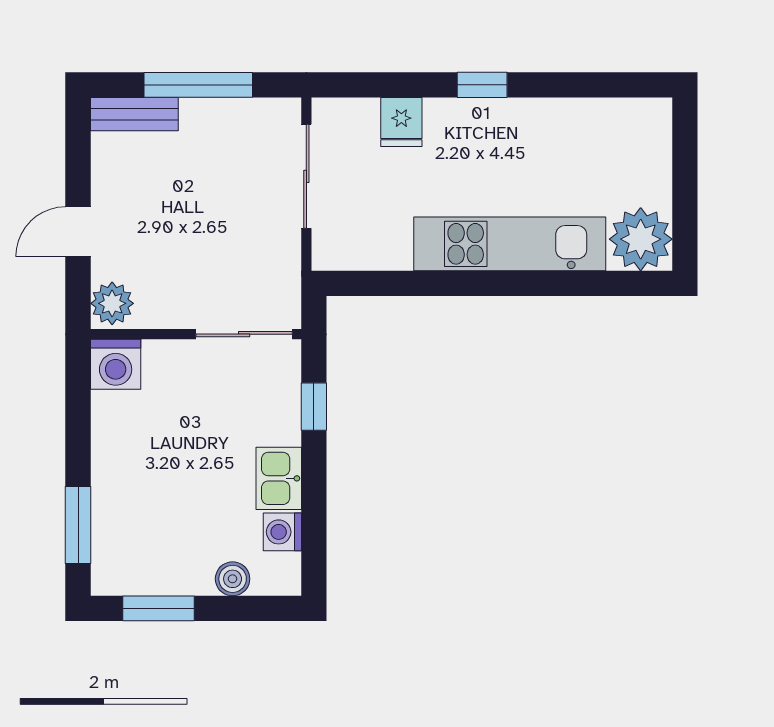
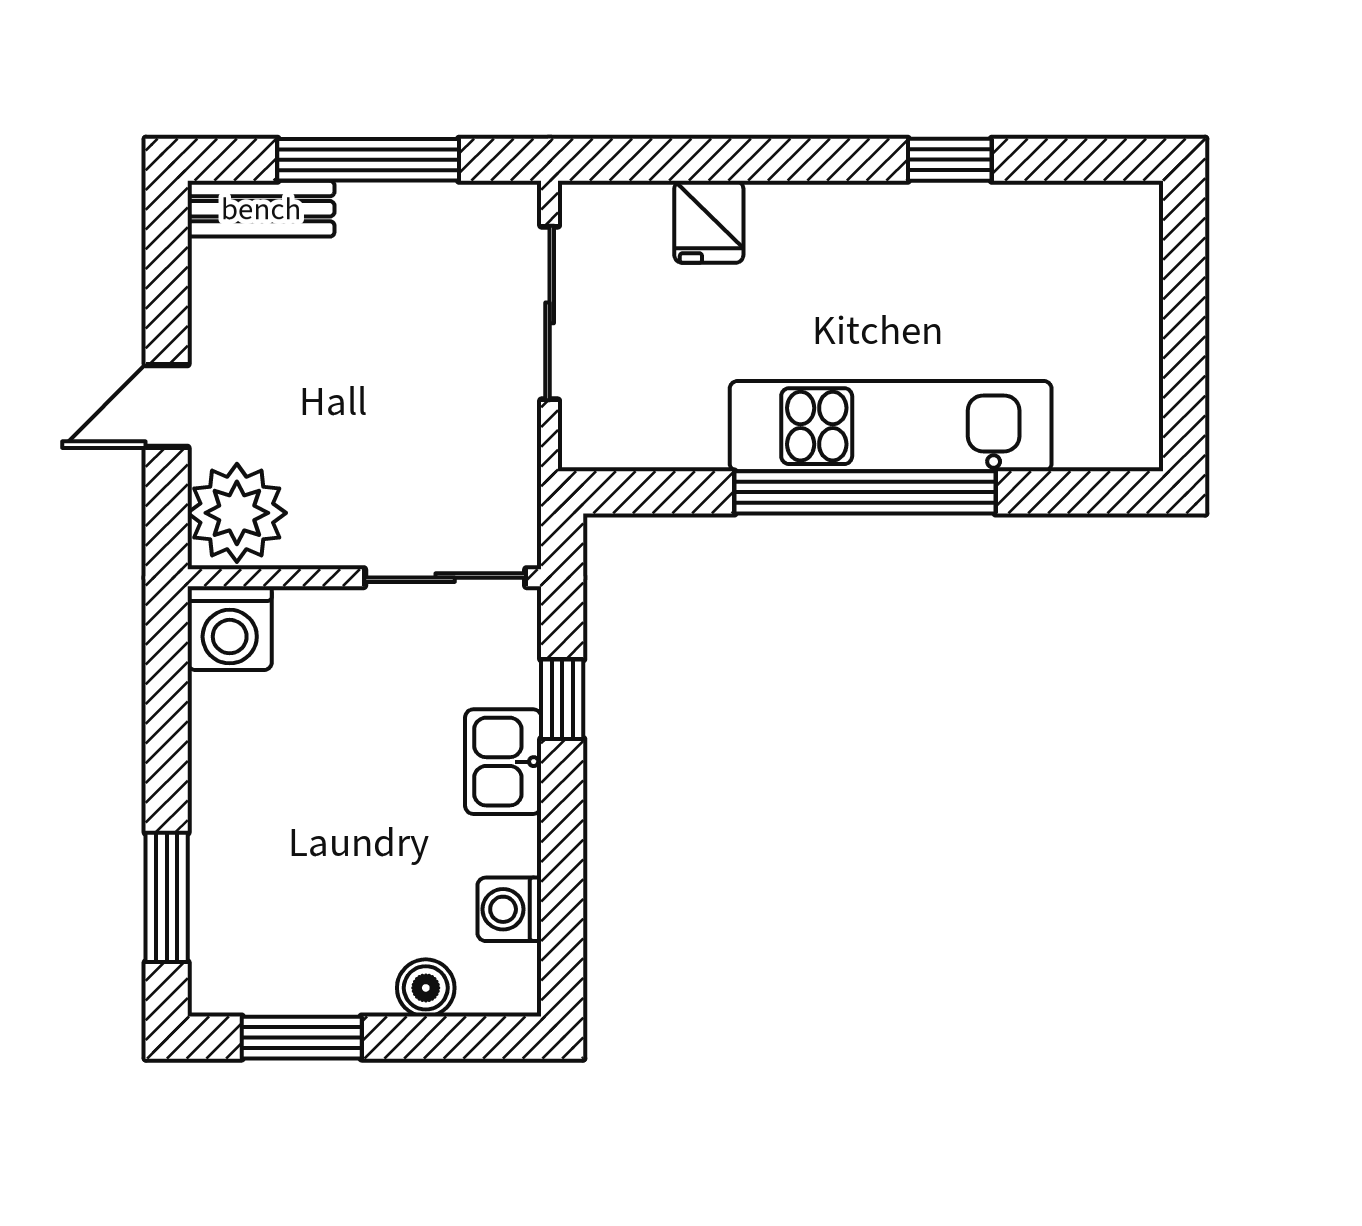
window: (482, 85) -> (950, 160), moved
plant: (641, 239) -> (1110, 418), removed
window: (494, 283) -> (865, 492), added
plant: (112, 303) -> (237, 513), width x1.36, depth x1.36
kitchen sink: (279, 478) -> (503, 762), moved

